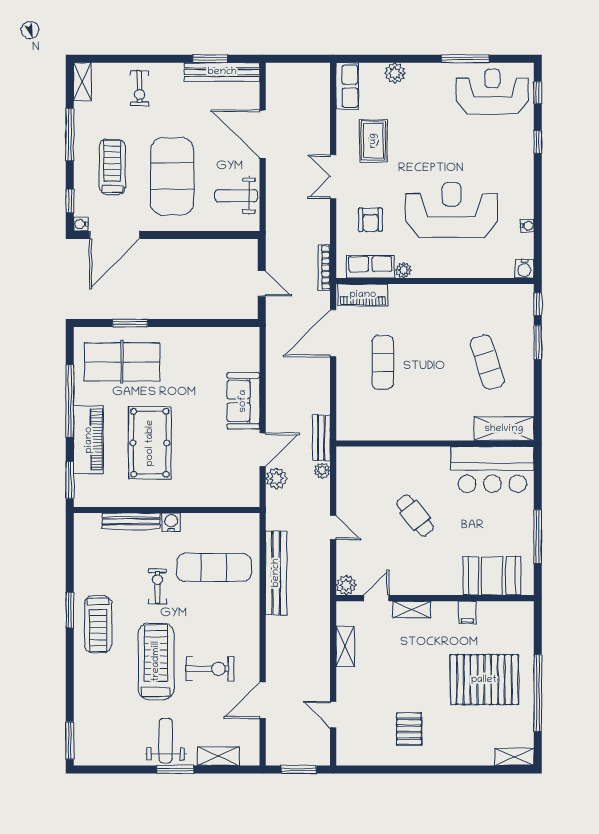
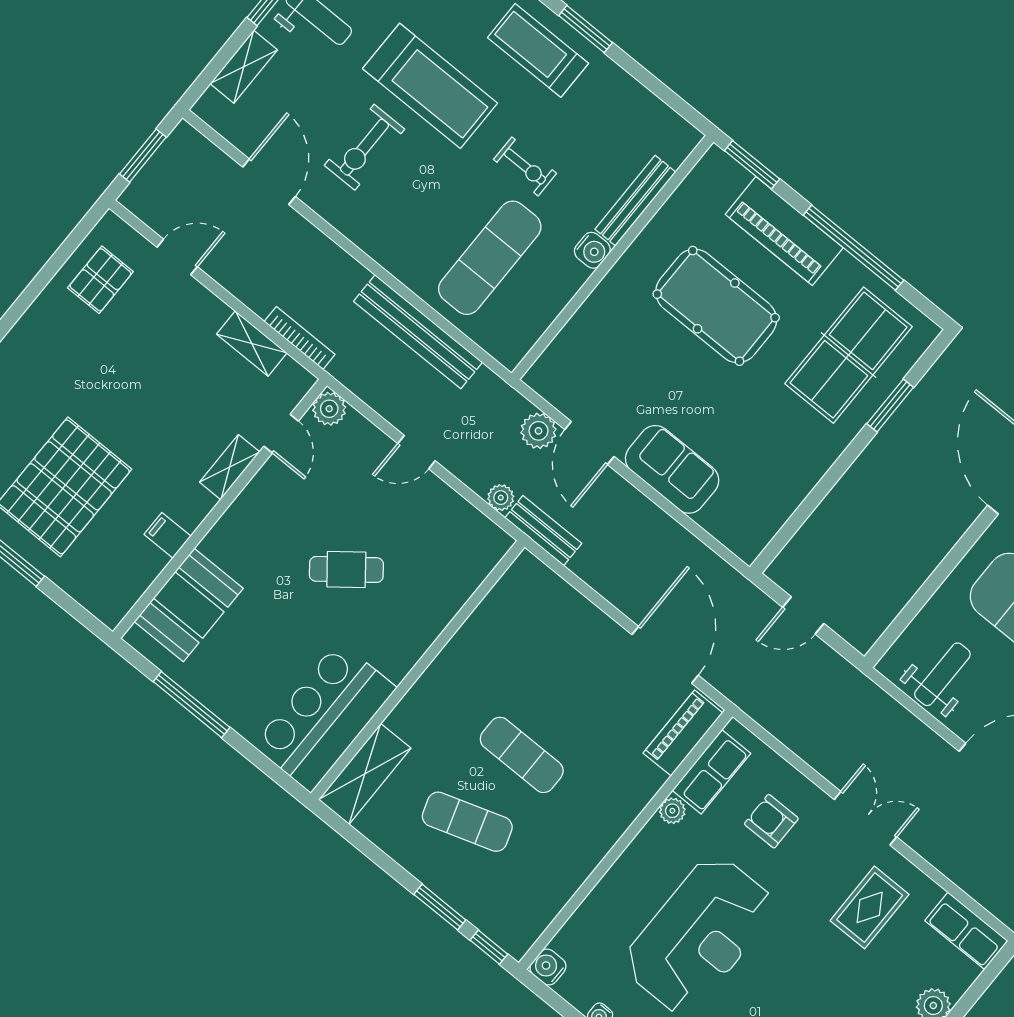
rug: (373, 141) -> (870, 907), turned 90
bookcase: (324, 268) -> (300, 338), moved
exercise mat: (383, 362) -> (522, 755), moved
pallet: (409, 729) -> (100, 280), moved, turned 90

